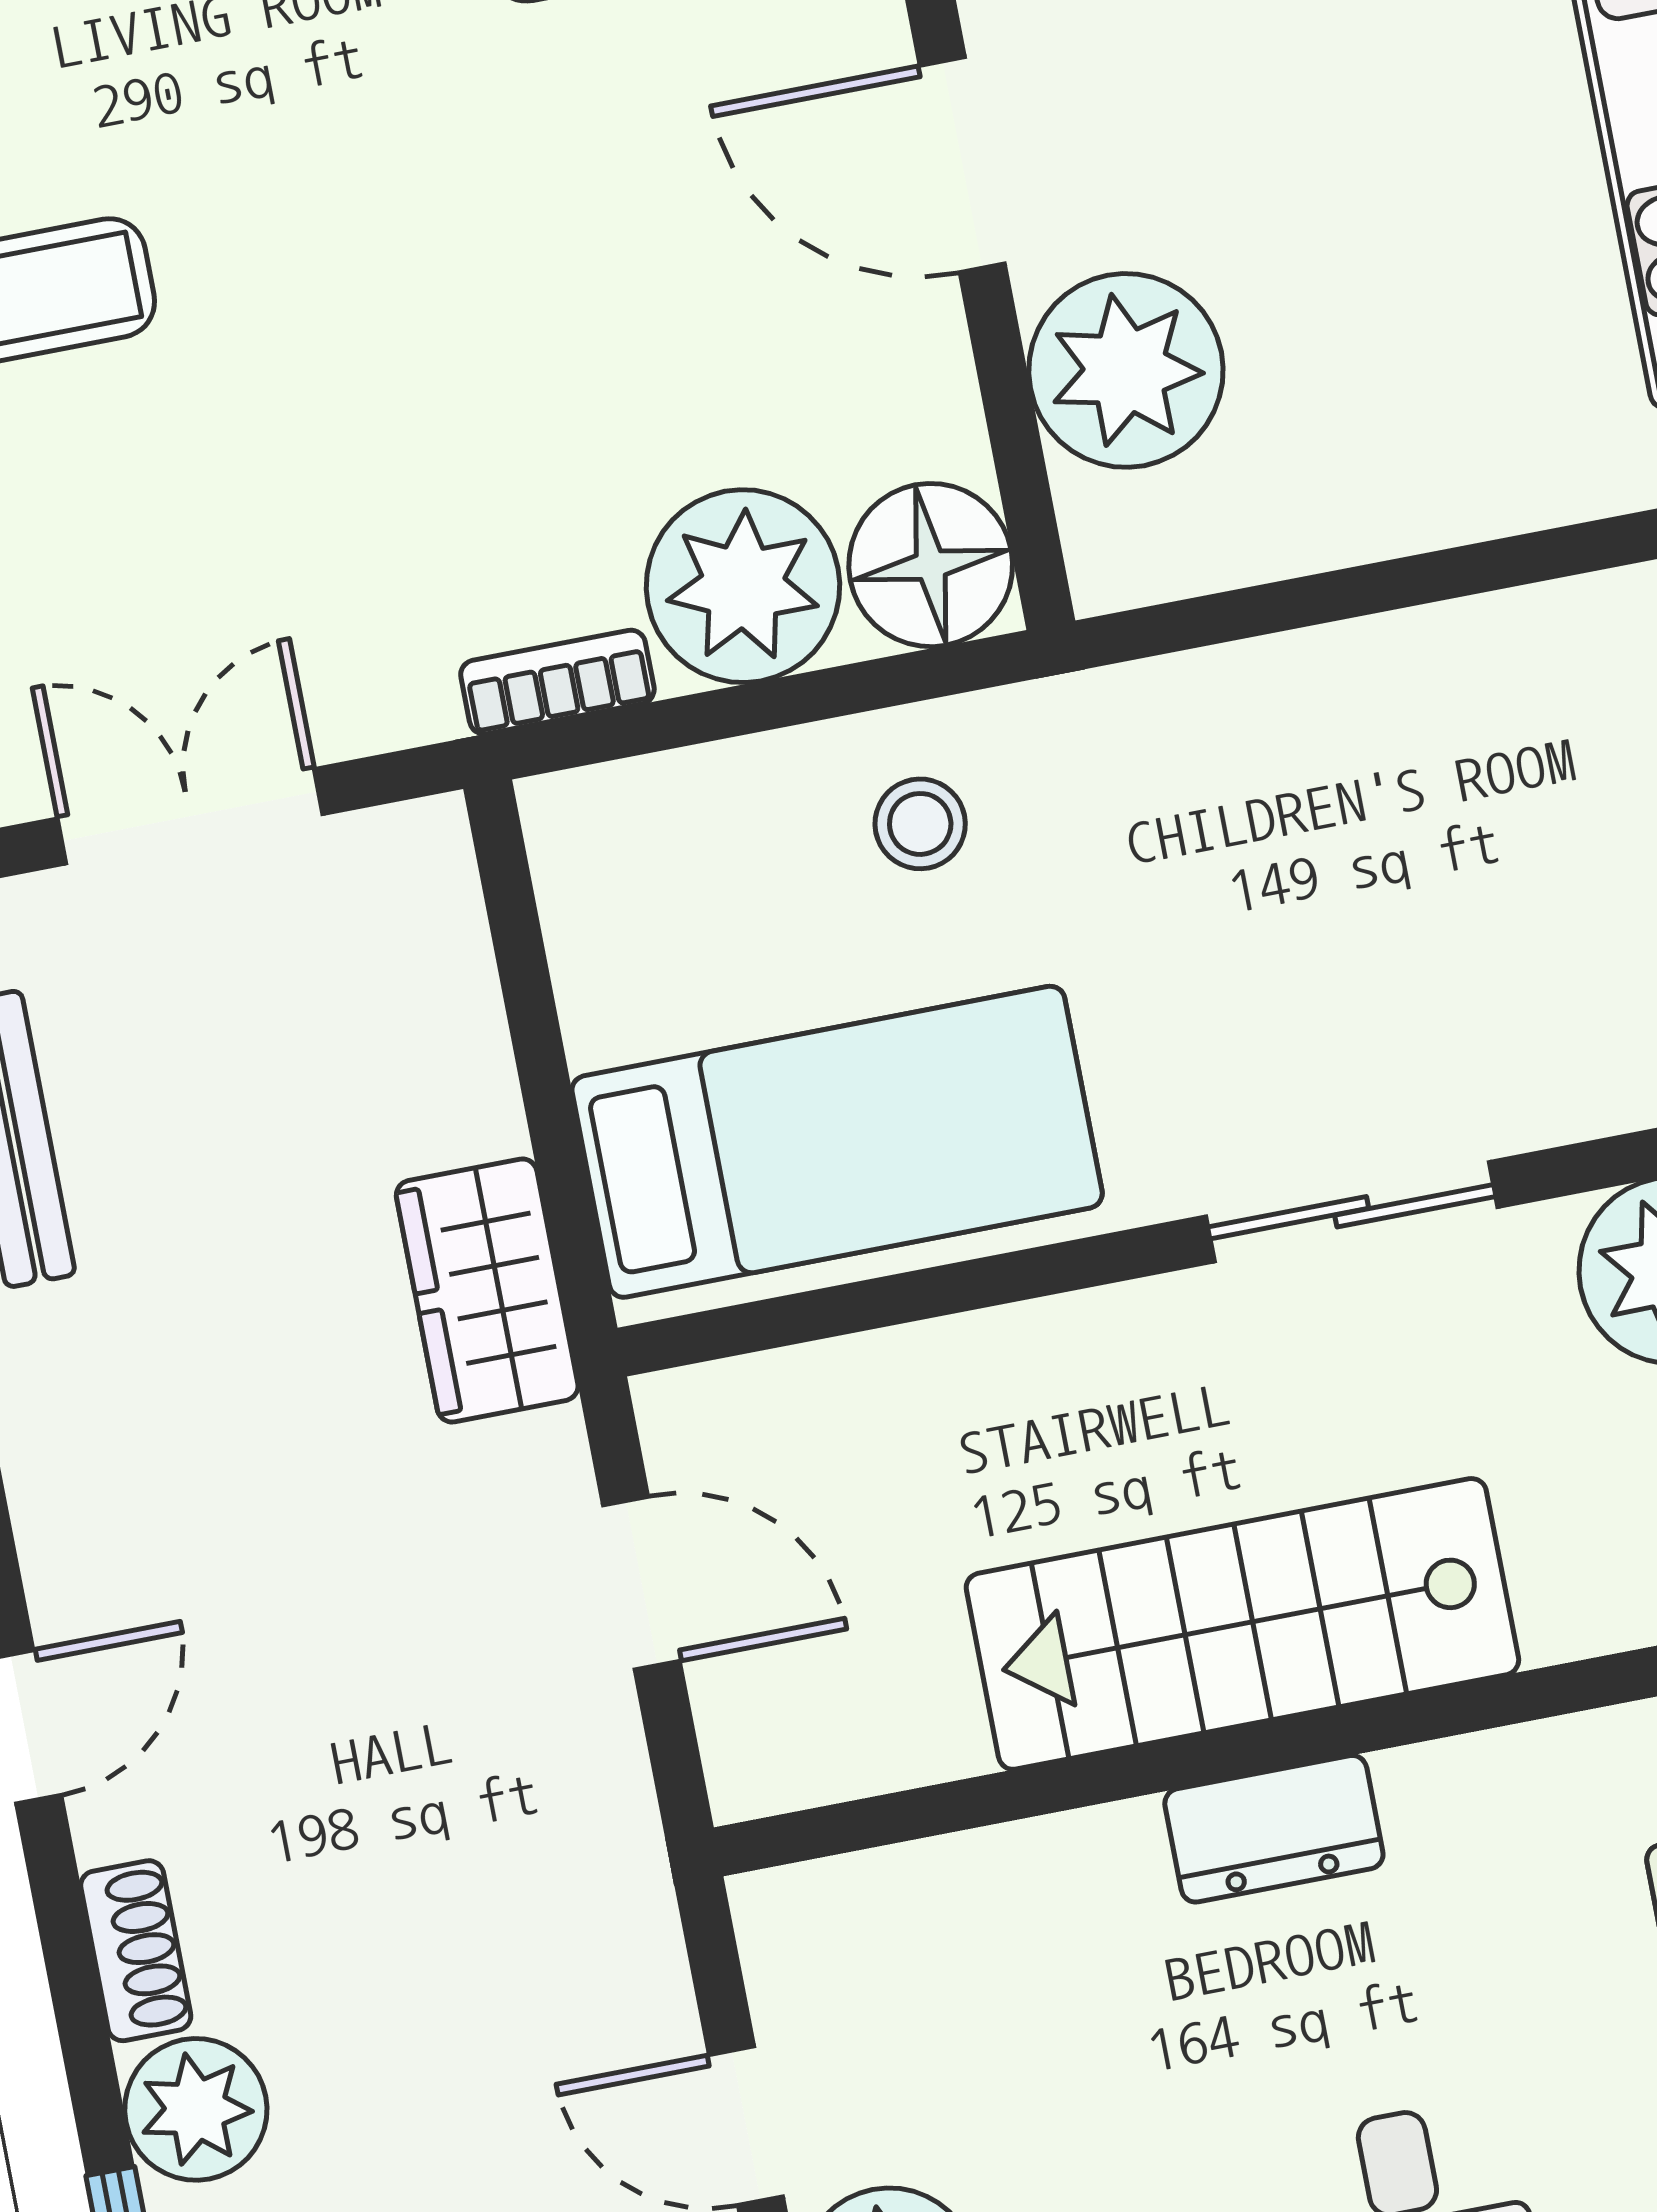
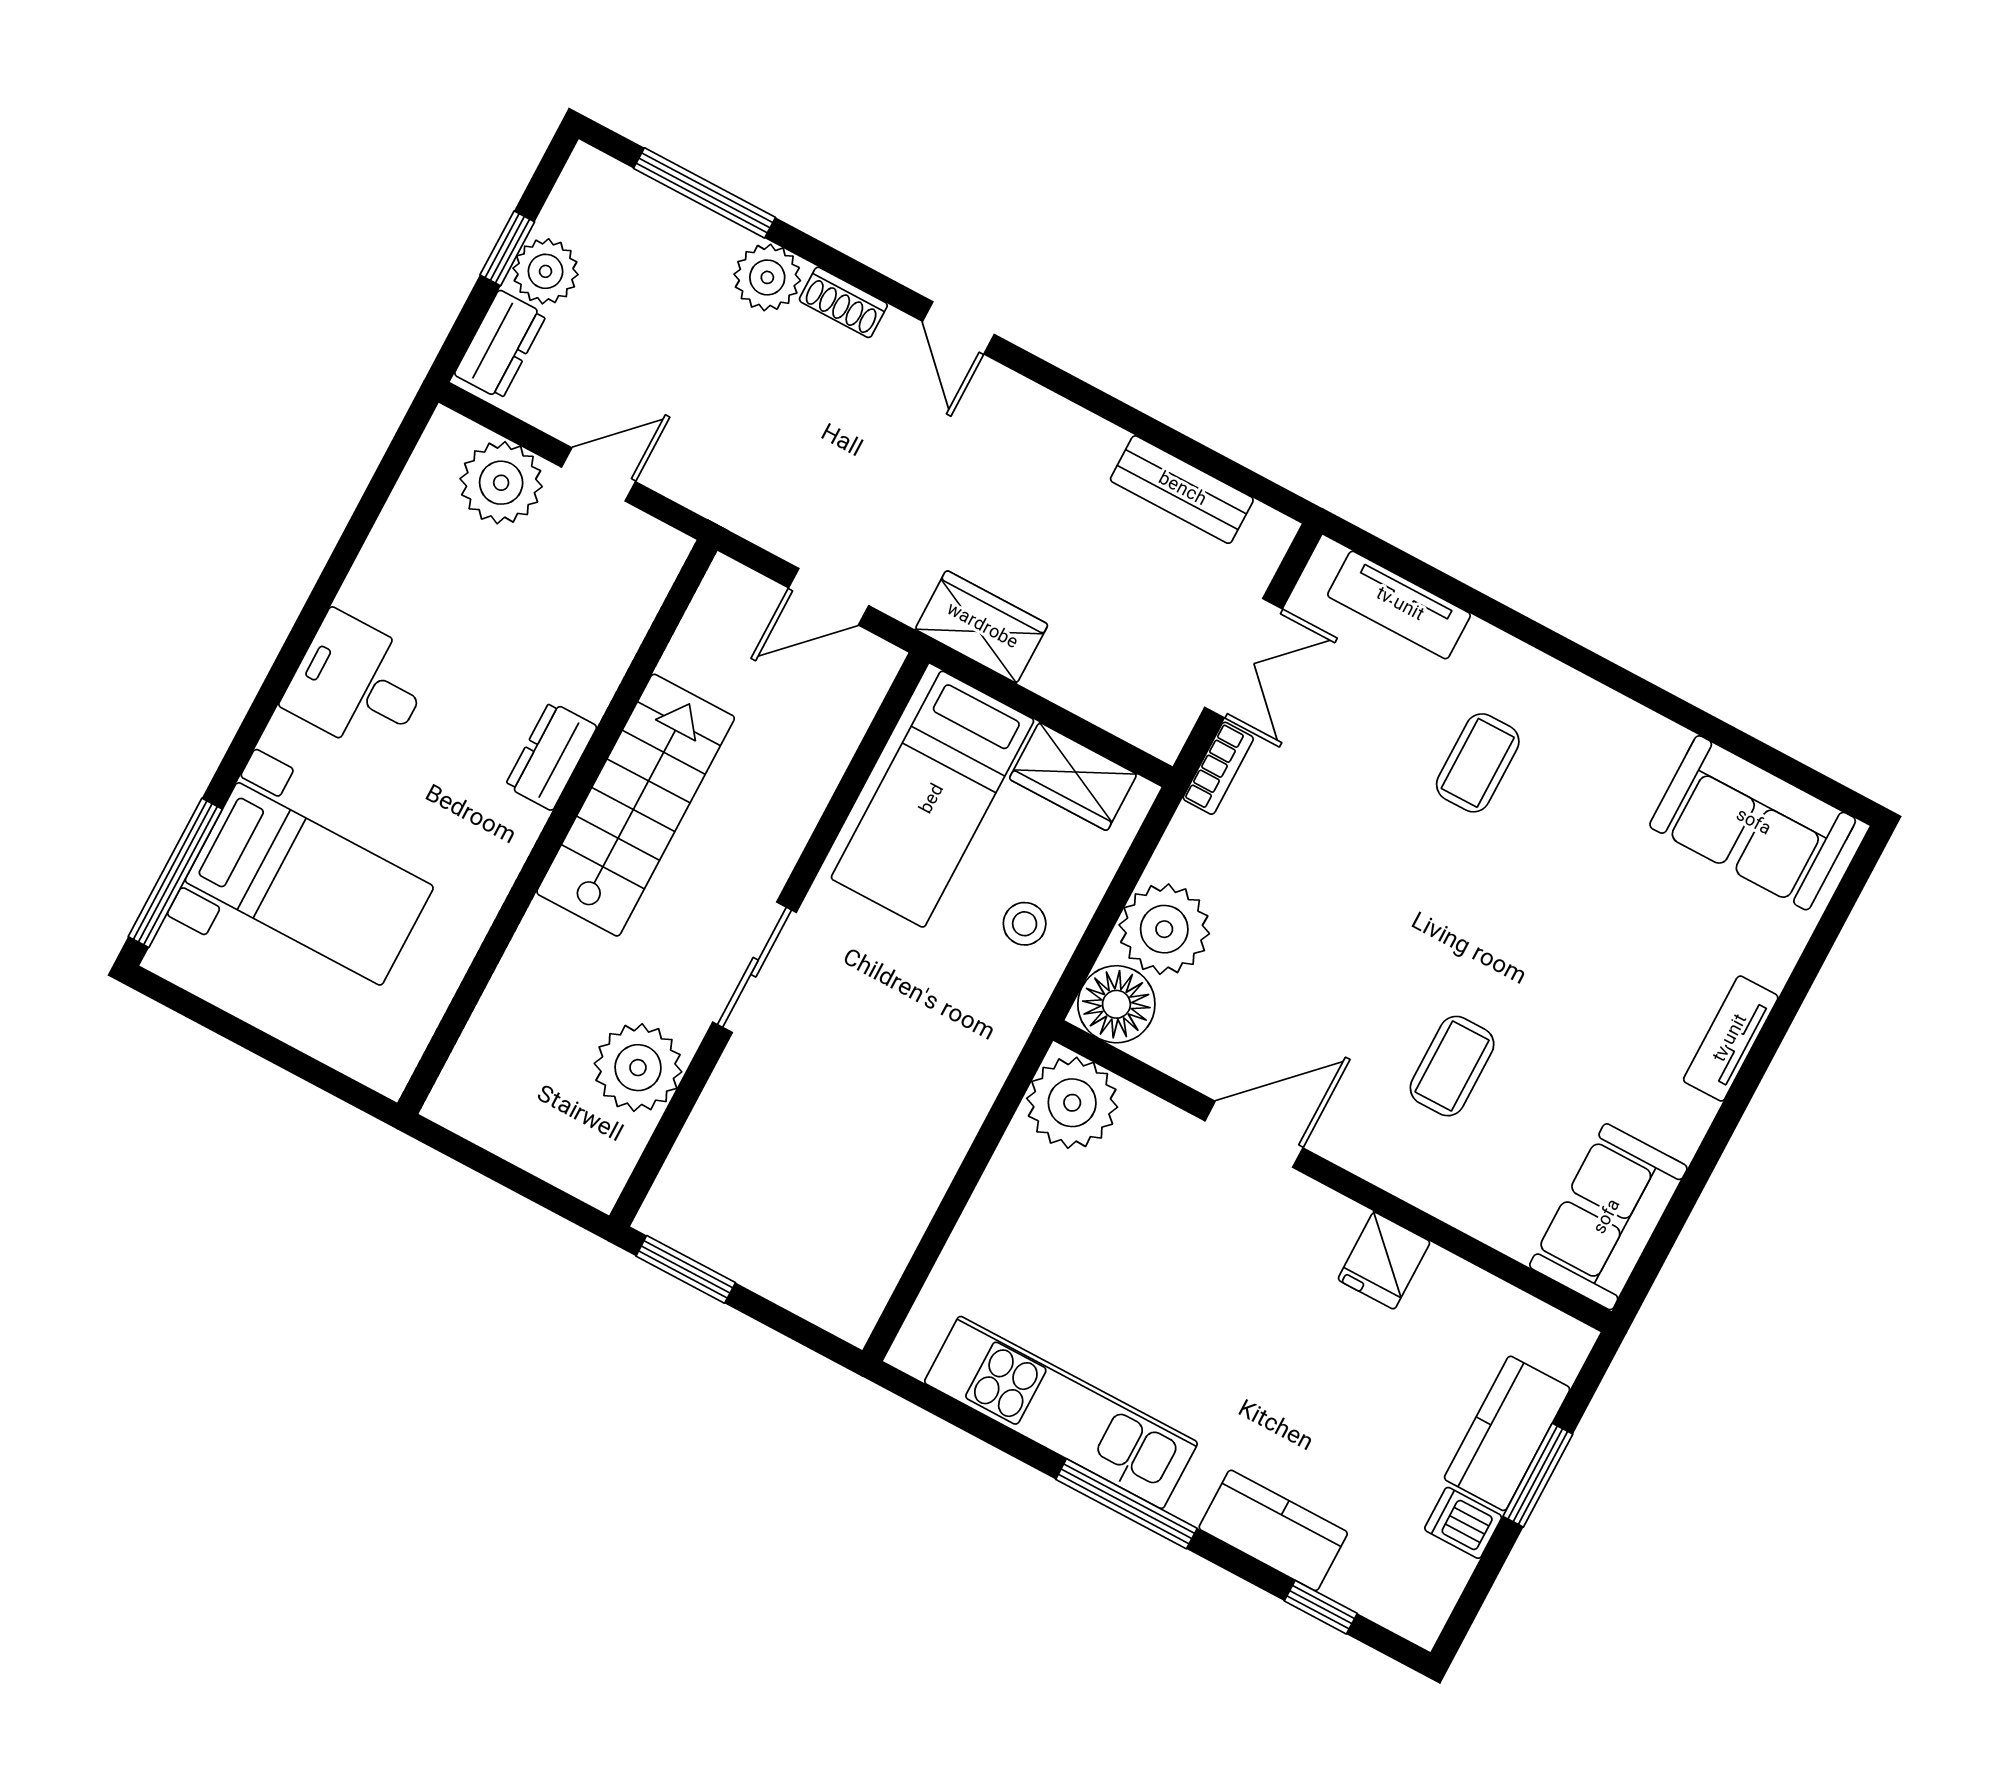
plant: (1126, 370) -> (1072, 1103), moved
bookcase: (557, 682) -> (1218, 768), moved
wardrobe: (613, 940) -> (1073, 777), added

